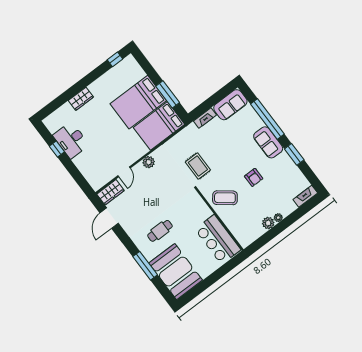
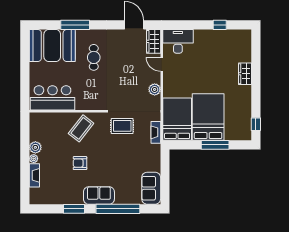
window: (168, 94) -> (215, 145), moved
fireplace: (205, 118) -> (156, 132), moved
desk: (71, 140) -> (178, 41), moved
fireplace: (305, 196) -> (34, 175), moved

